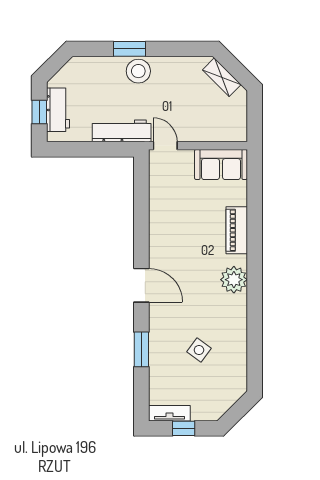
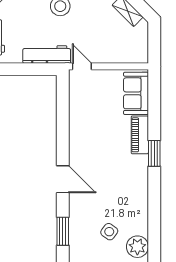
sofa: (221, 164) -> (136, 93), moved, turned 90
window: (255, 253) -> (154, 153), added
plant: (234, 280) -> (137, 247), moved

